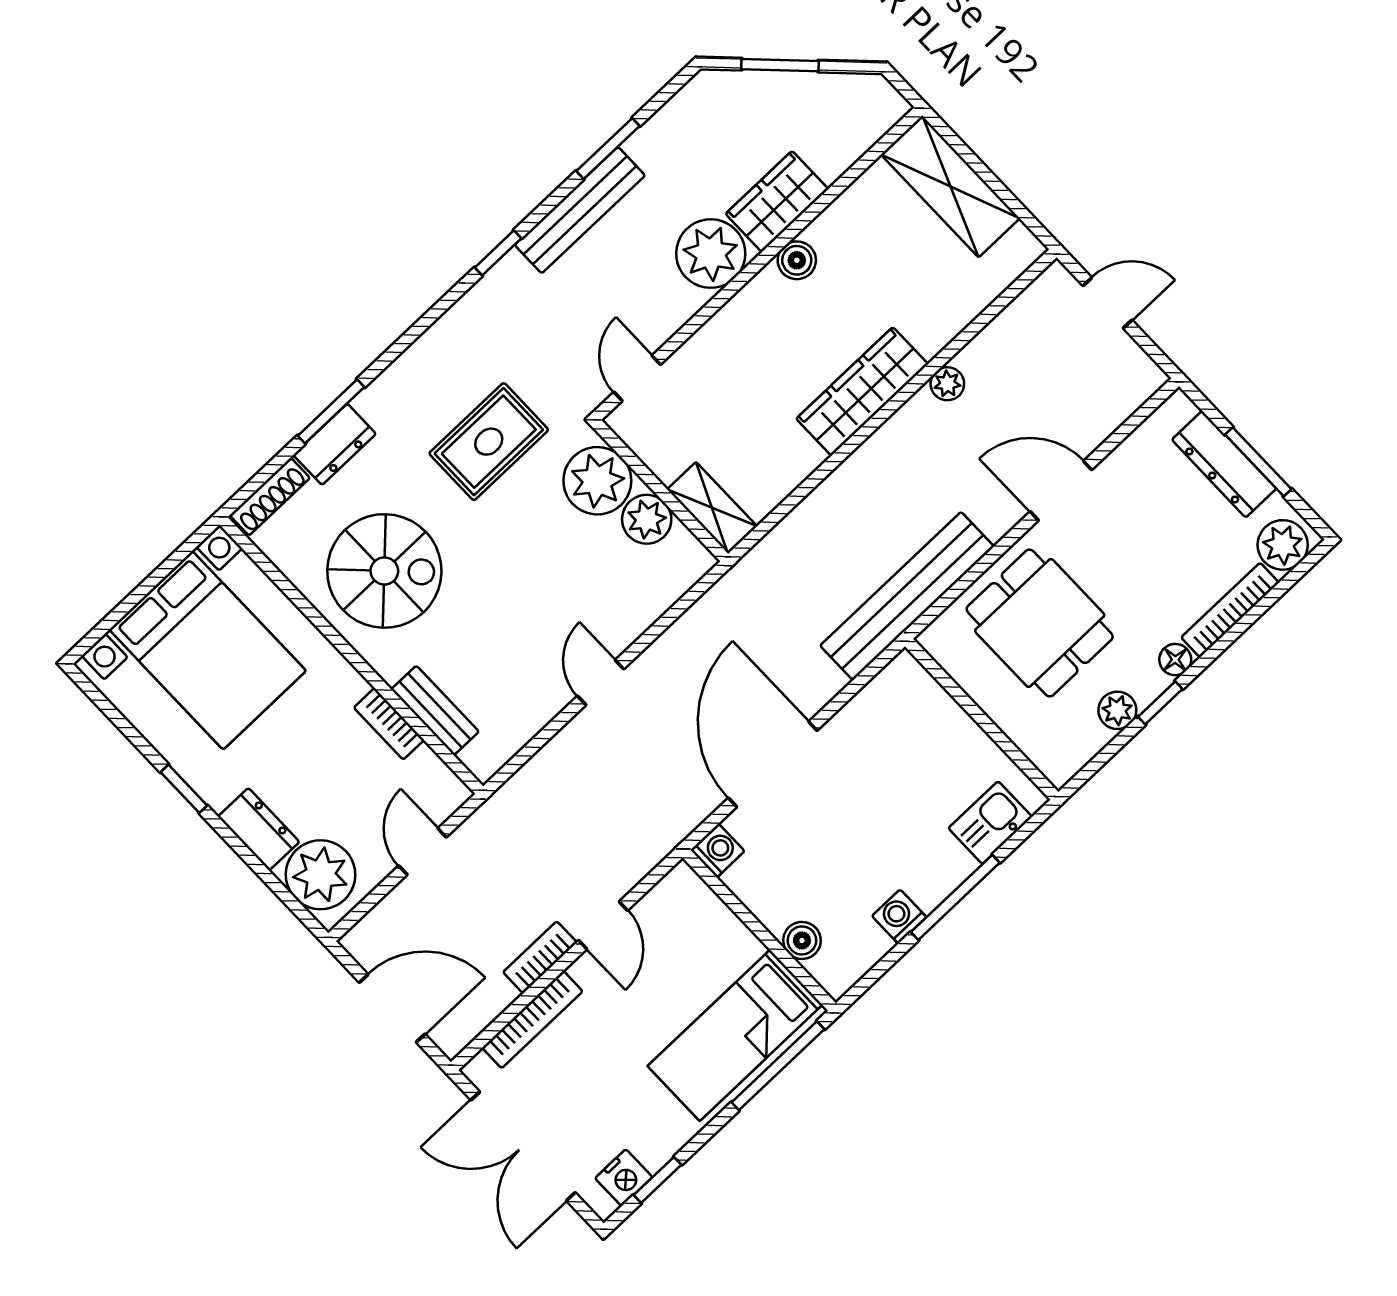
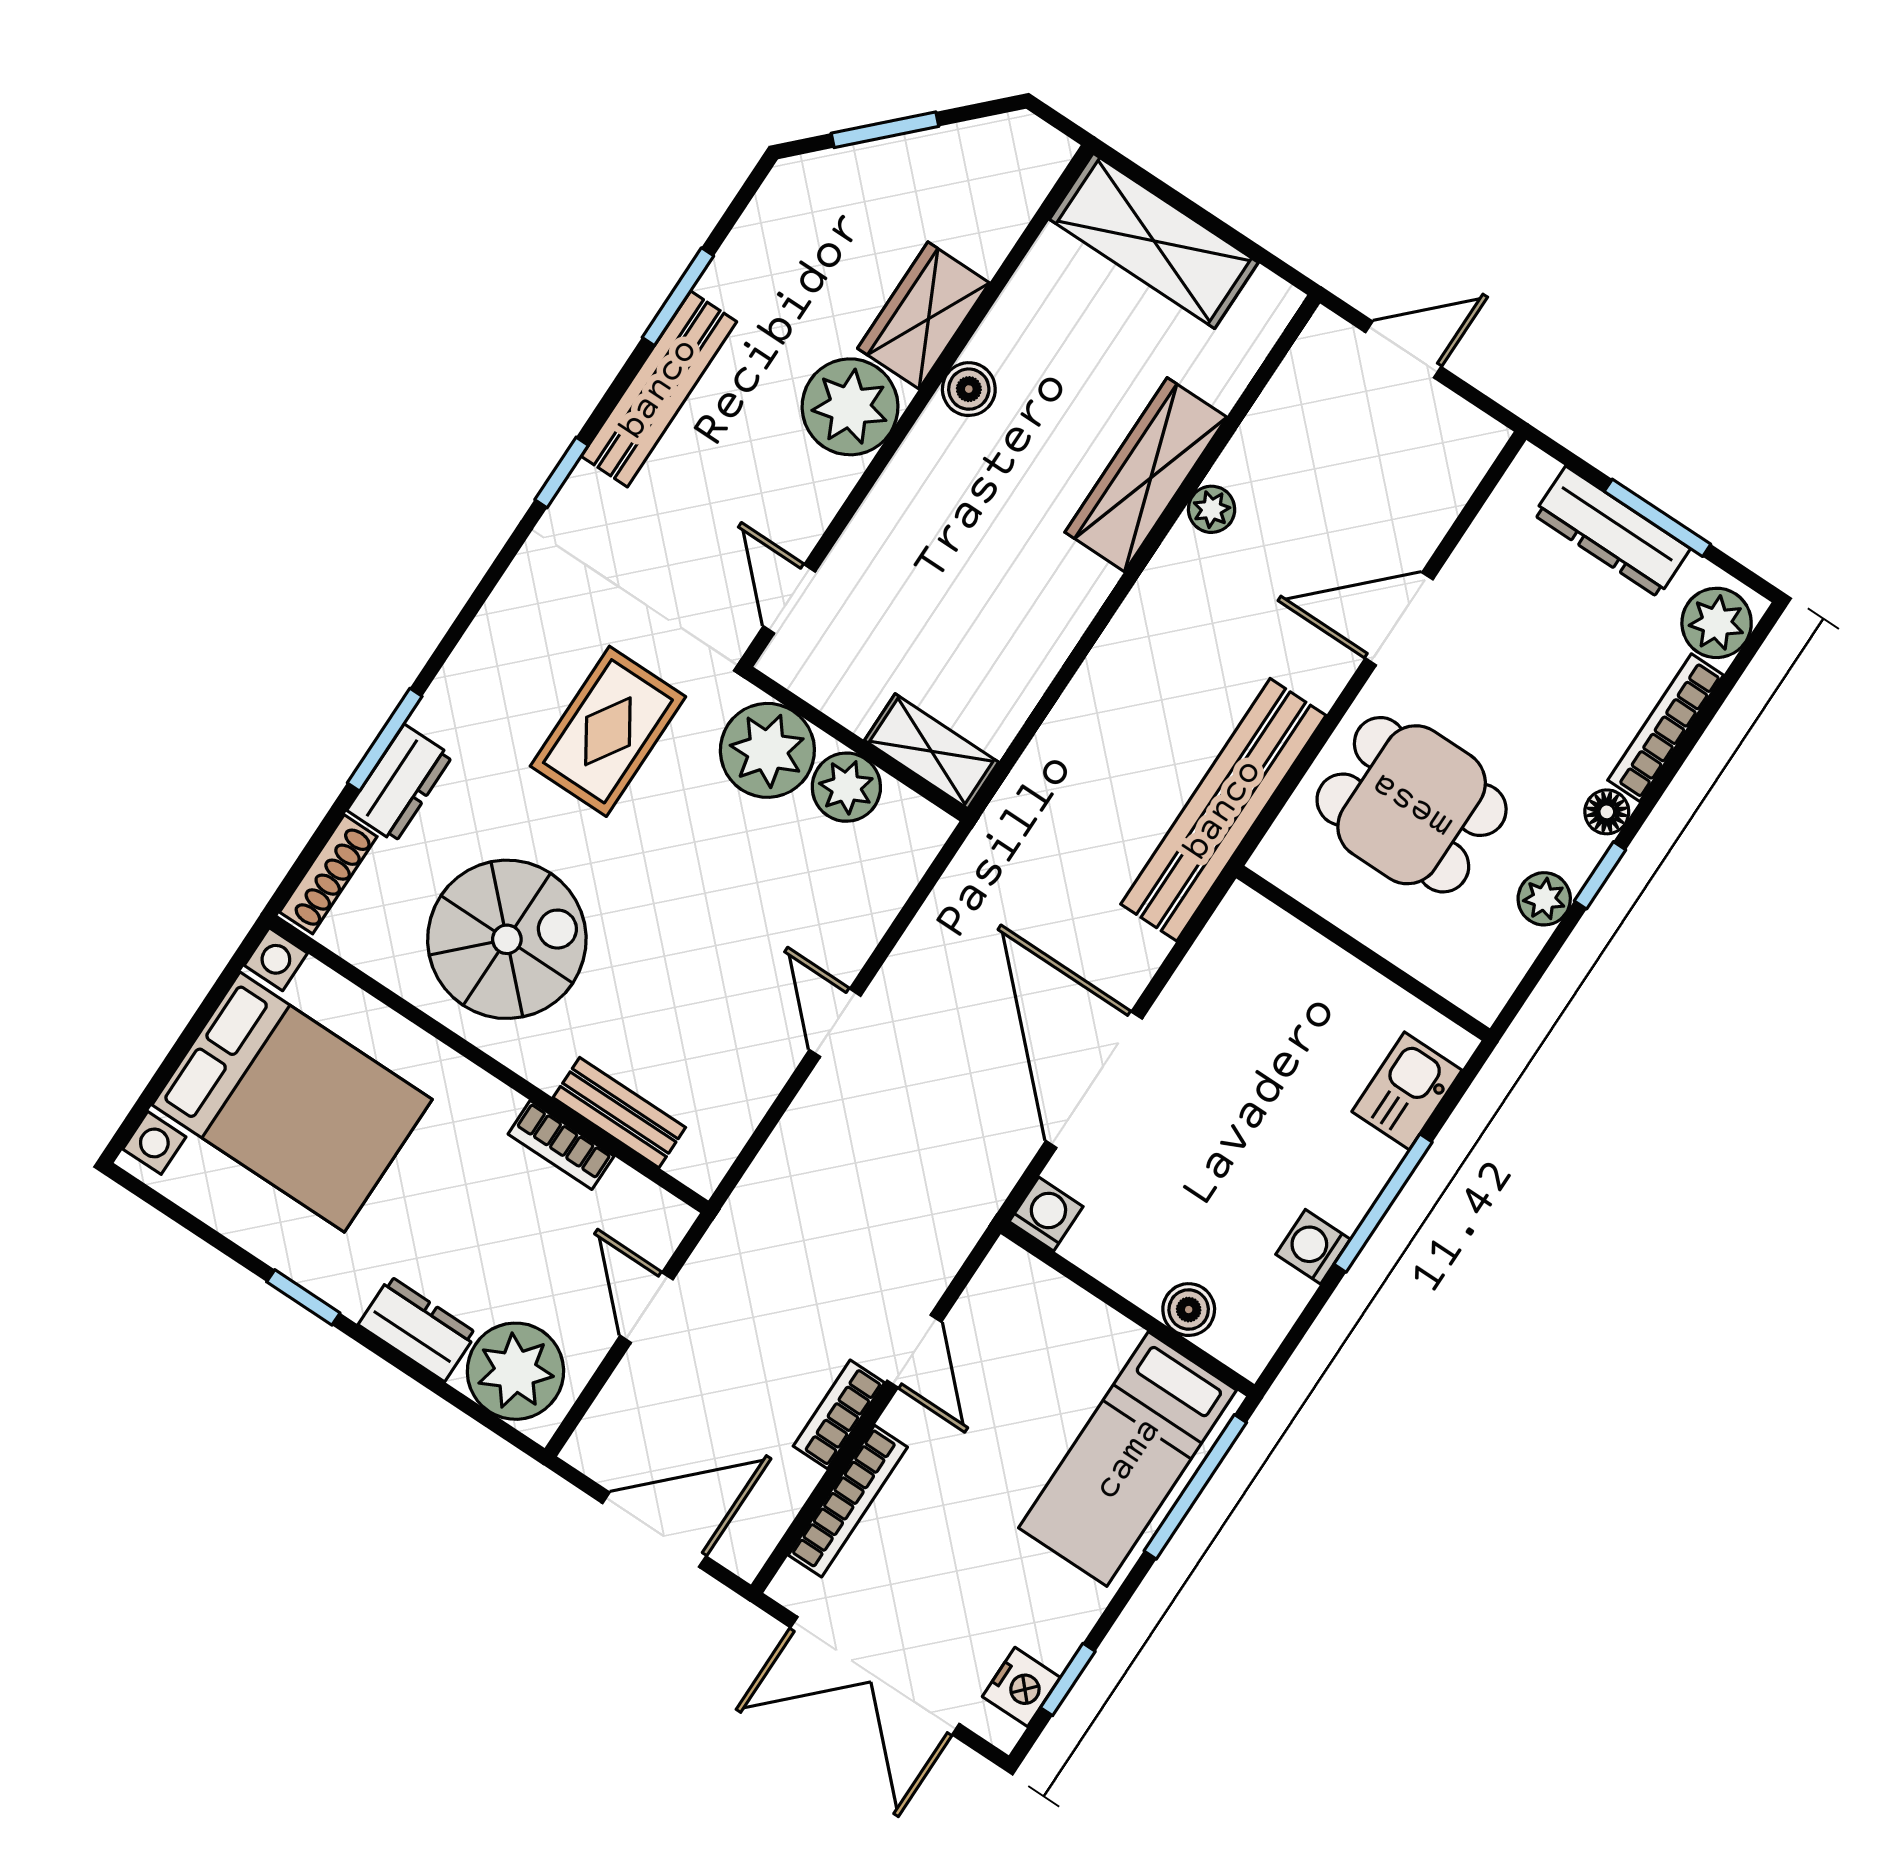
wardrobe: (862, 391) -> (1146, 475), moved

